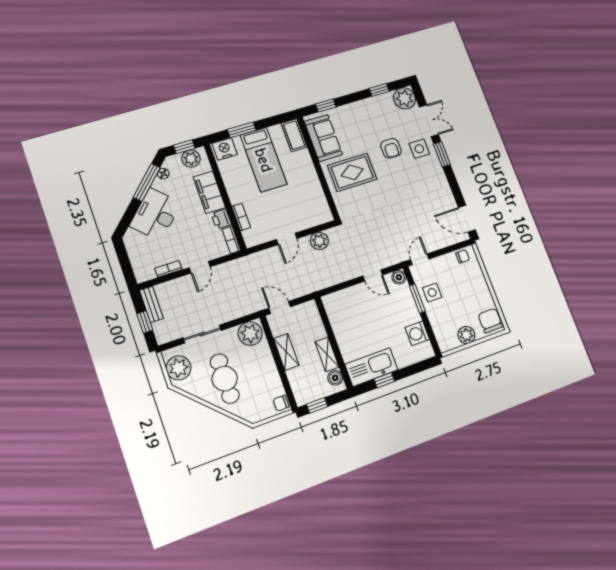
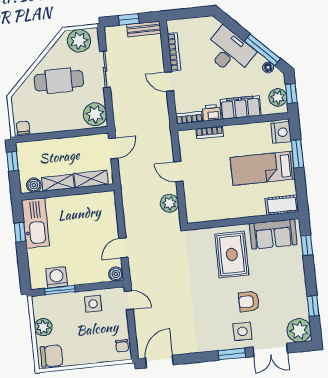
bookcase: (168, 269) -> (174, 52), width x1.56
window: (417, 298) -> (60, 290), moved
shelving: (286, 352) -> (91, 179), moved

